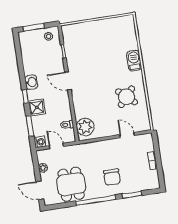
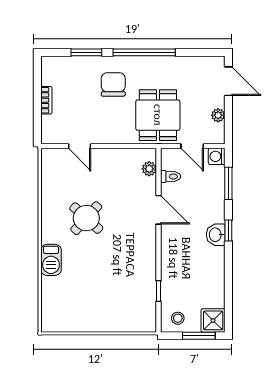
door: (68, 81) -> (159, 210), moved
washbasin: (31, 82) -> (216, 235), moved
round table: (126, 97) -> (86, 218), moved
shower: (37, 107) -> (213, 320), moved
plant: (85, 127) -> (149, 169), width x0.53, depth x0.53
dining table: (71, 184) -> (158, 115), moved

